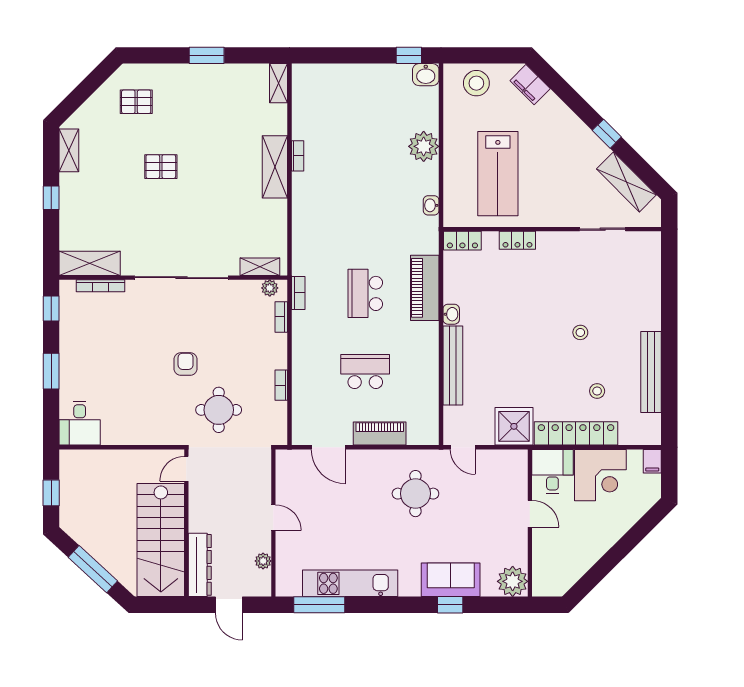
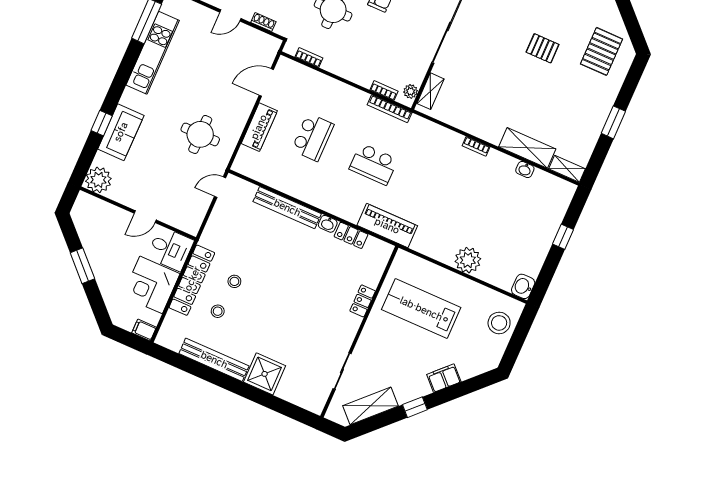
window: (409, 55) -> (563, 237), moved
filing cabinet: (530, 85) -> (444, 378), moved
pallet: (136, 102) -> (601, 51), width x1.50, depth x1.42
bookcase: (298, 156) -> (476, 146), moved
pallet: (161, 167) -> (543, 48), turned 90
shelving: (275, 167) -> (527, 148), moved
washbasin: (431, 205) -> (525, 170), moved, turned 180
locker: (462, 241) -> (351, 235), moved, turned -90
piano: (425, 288) -> (387, 226), moved
bookcase: (298, 293) -> (390, 109), width x1.56
school desk: (365, 293) -> (373, 164), turned 180
stool: (580, 332) -> (234, 281), moved
bookcase: (281, 385) -> (309, 57), moved
shower: (514, 426) -> (265, 374), moved
shoe rack: (265, 479) -> (263, 22), added
window: (612, 558) -> (82, 266), added

